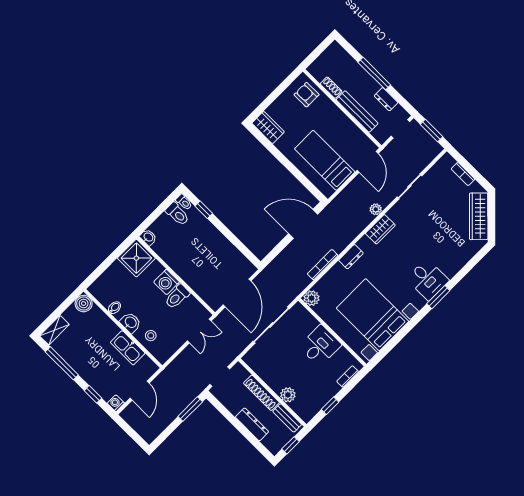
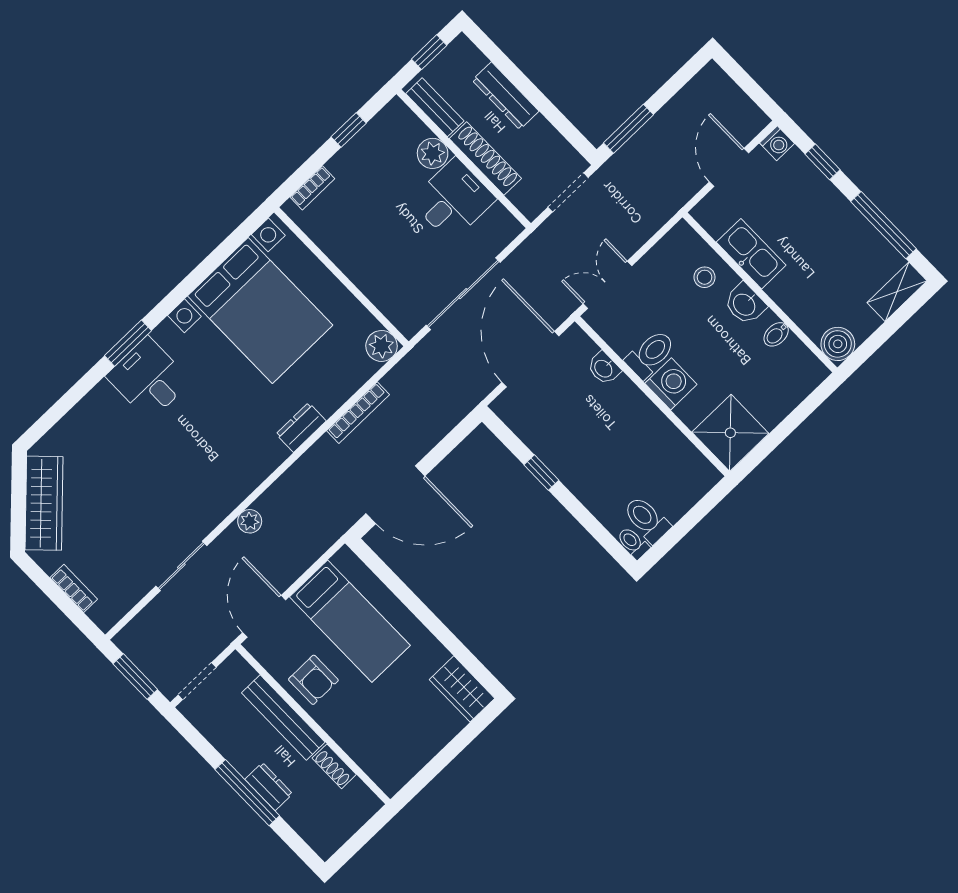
armchair: (306, 95) -> (313, 680), moved
dresser: (386, 99) -> (269, 787), moved
window: (204, 210) -> (541, 473), moved
wardrobe: (380, 229) -> (241, 481), removed
washbasin: (148, 237) -> (604, 368), moved
desk: (320, 346) -> (453, 200), moved, turned 180

